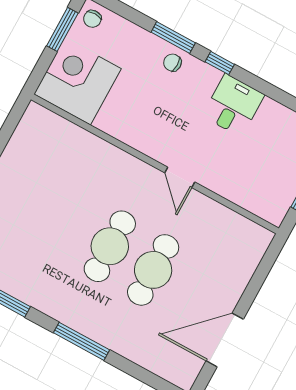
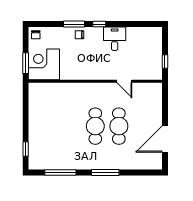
window: (62, 29) -> (26, 63), moved
door: (180, 177) -> (124, 81), moved

